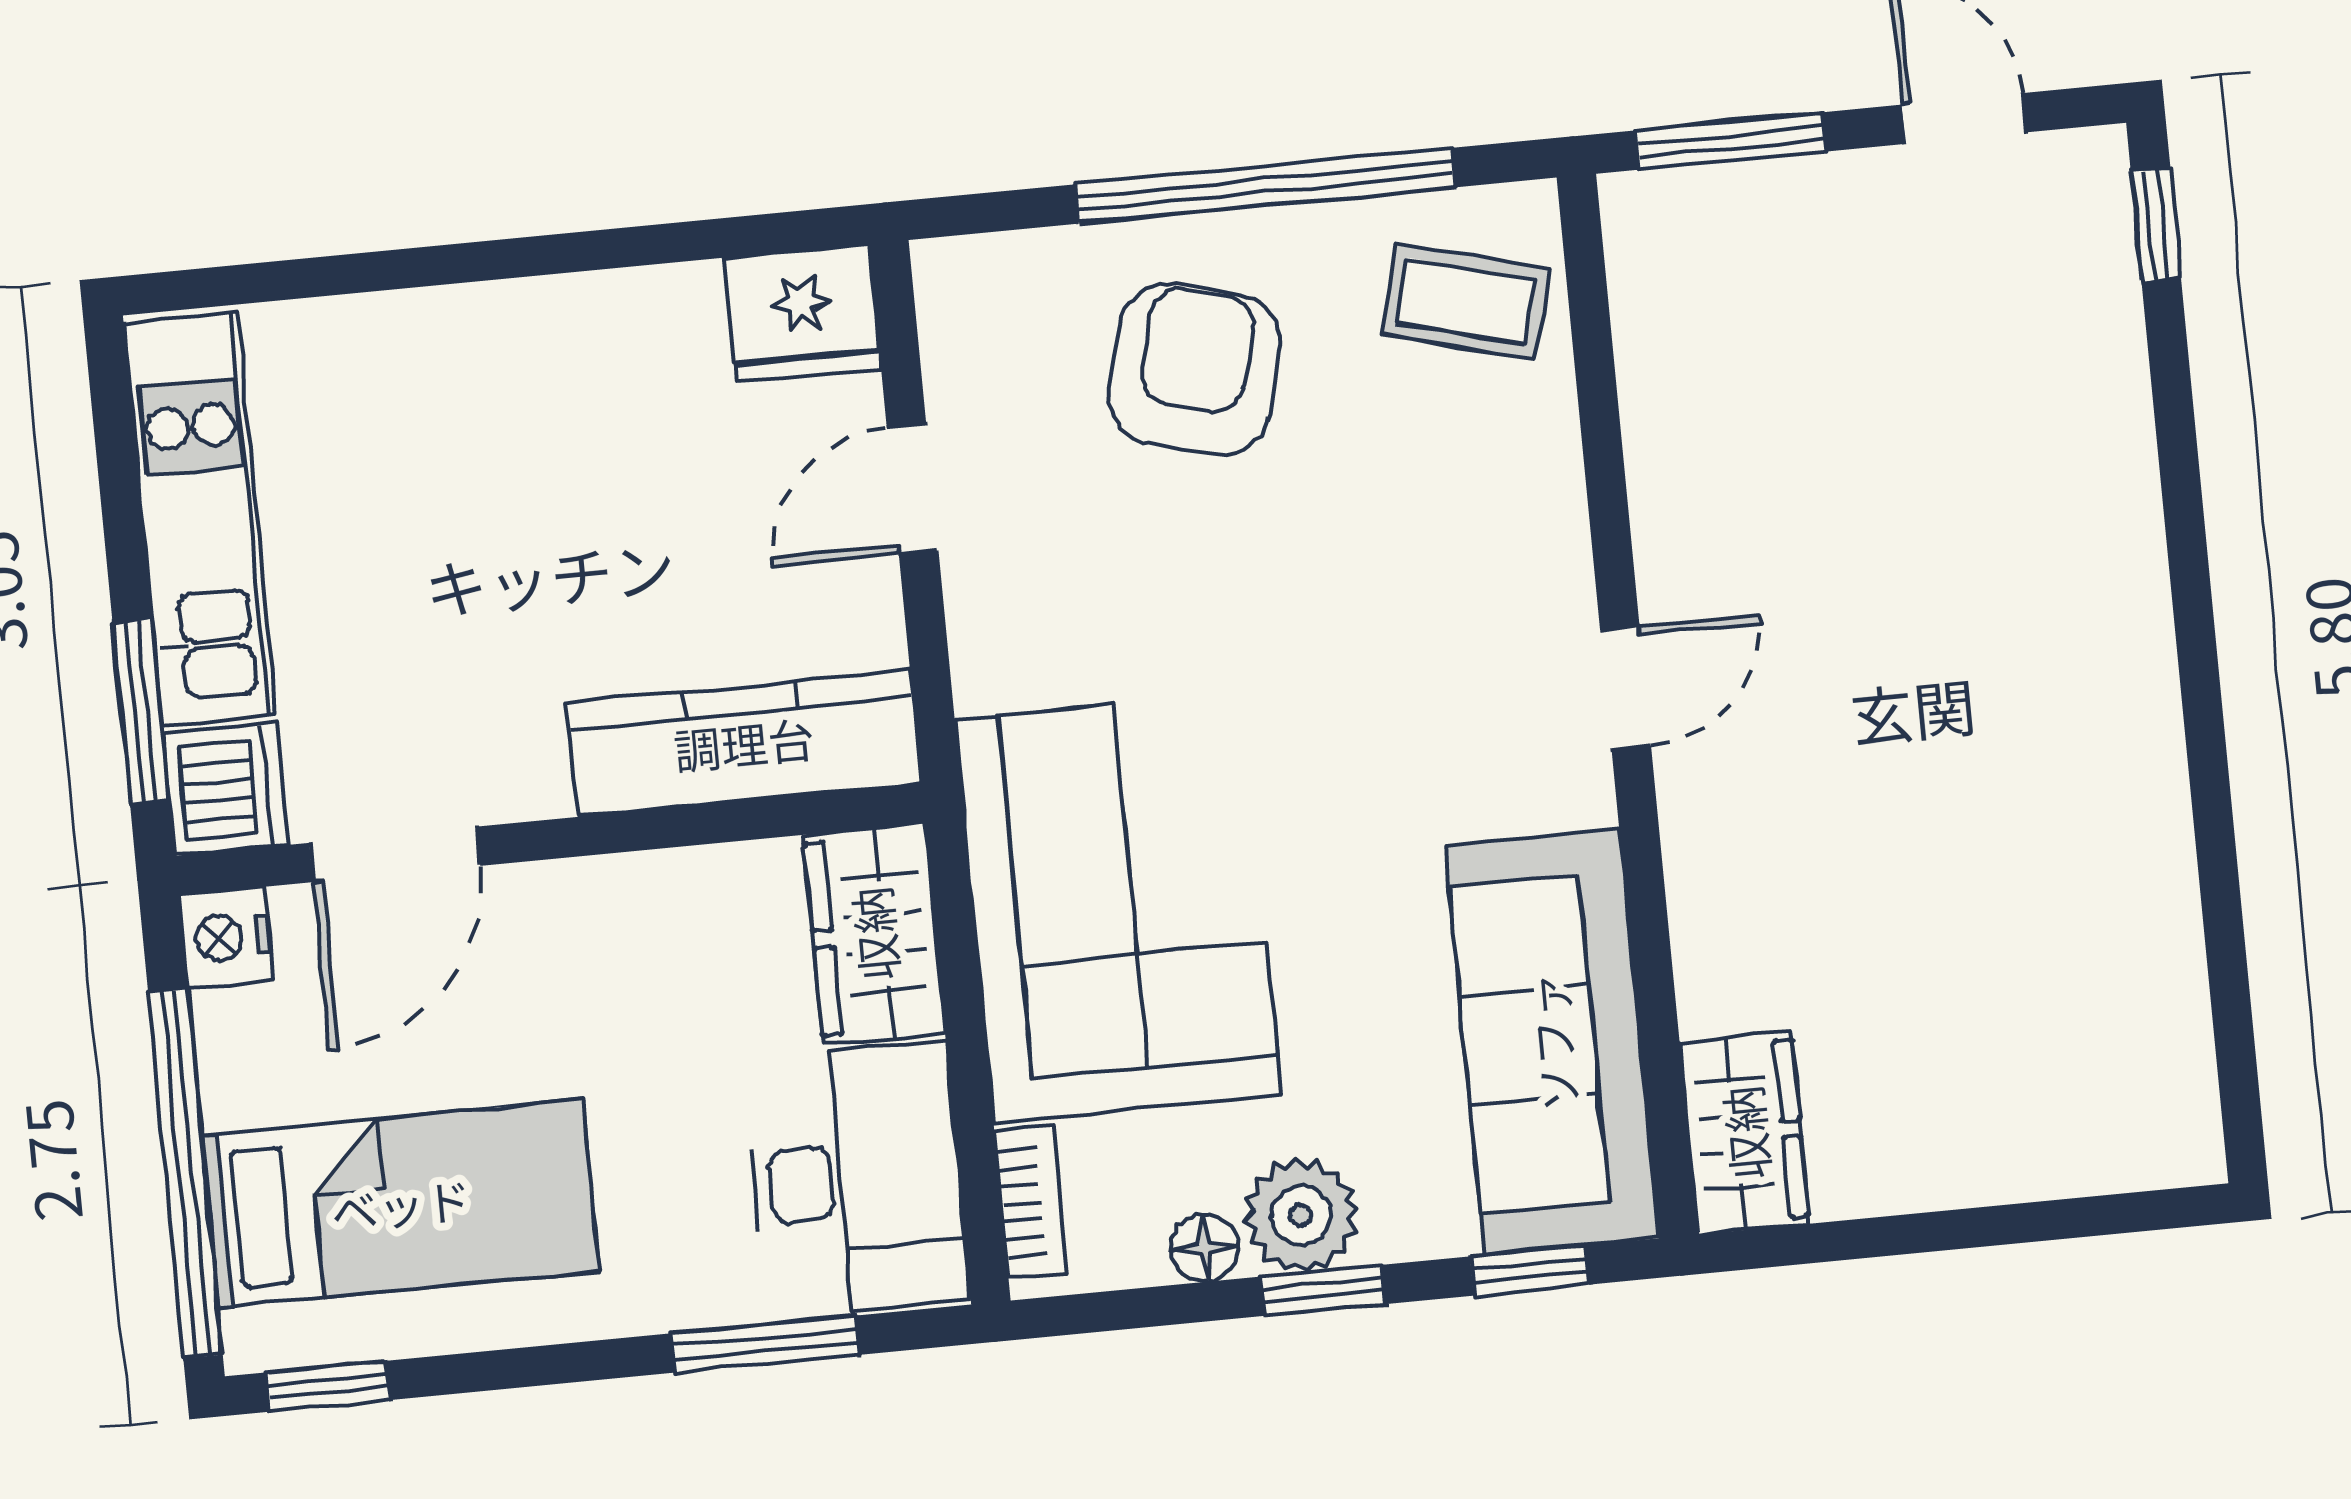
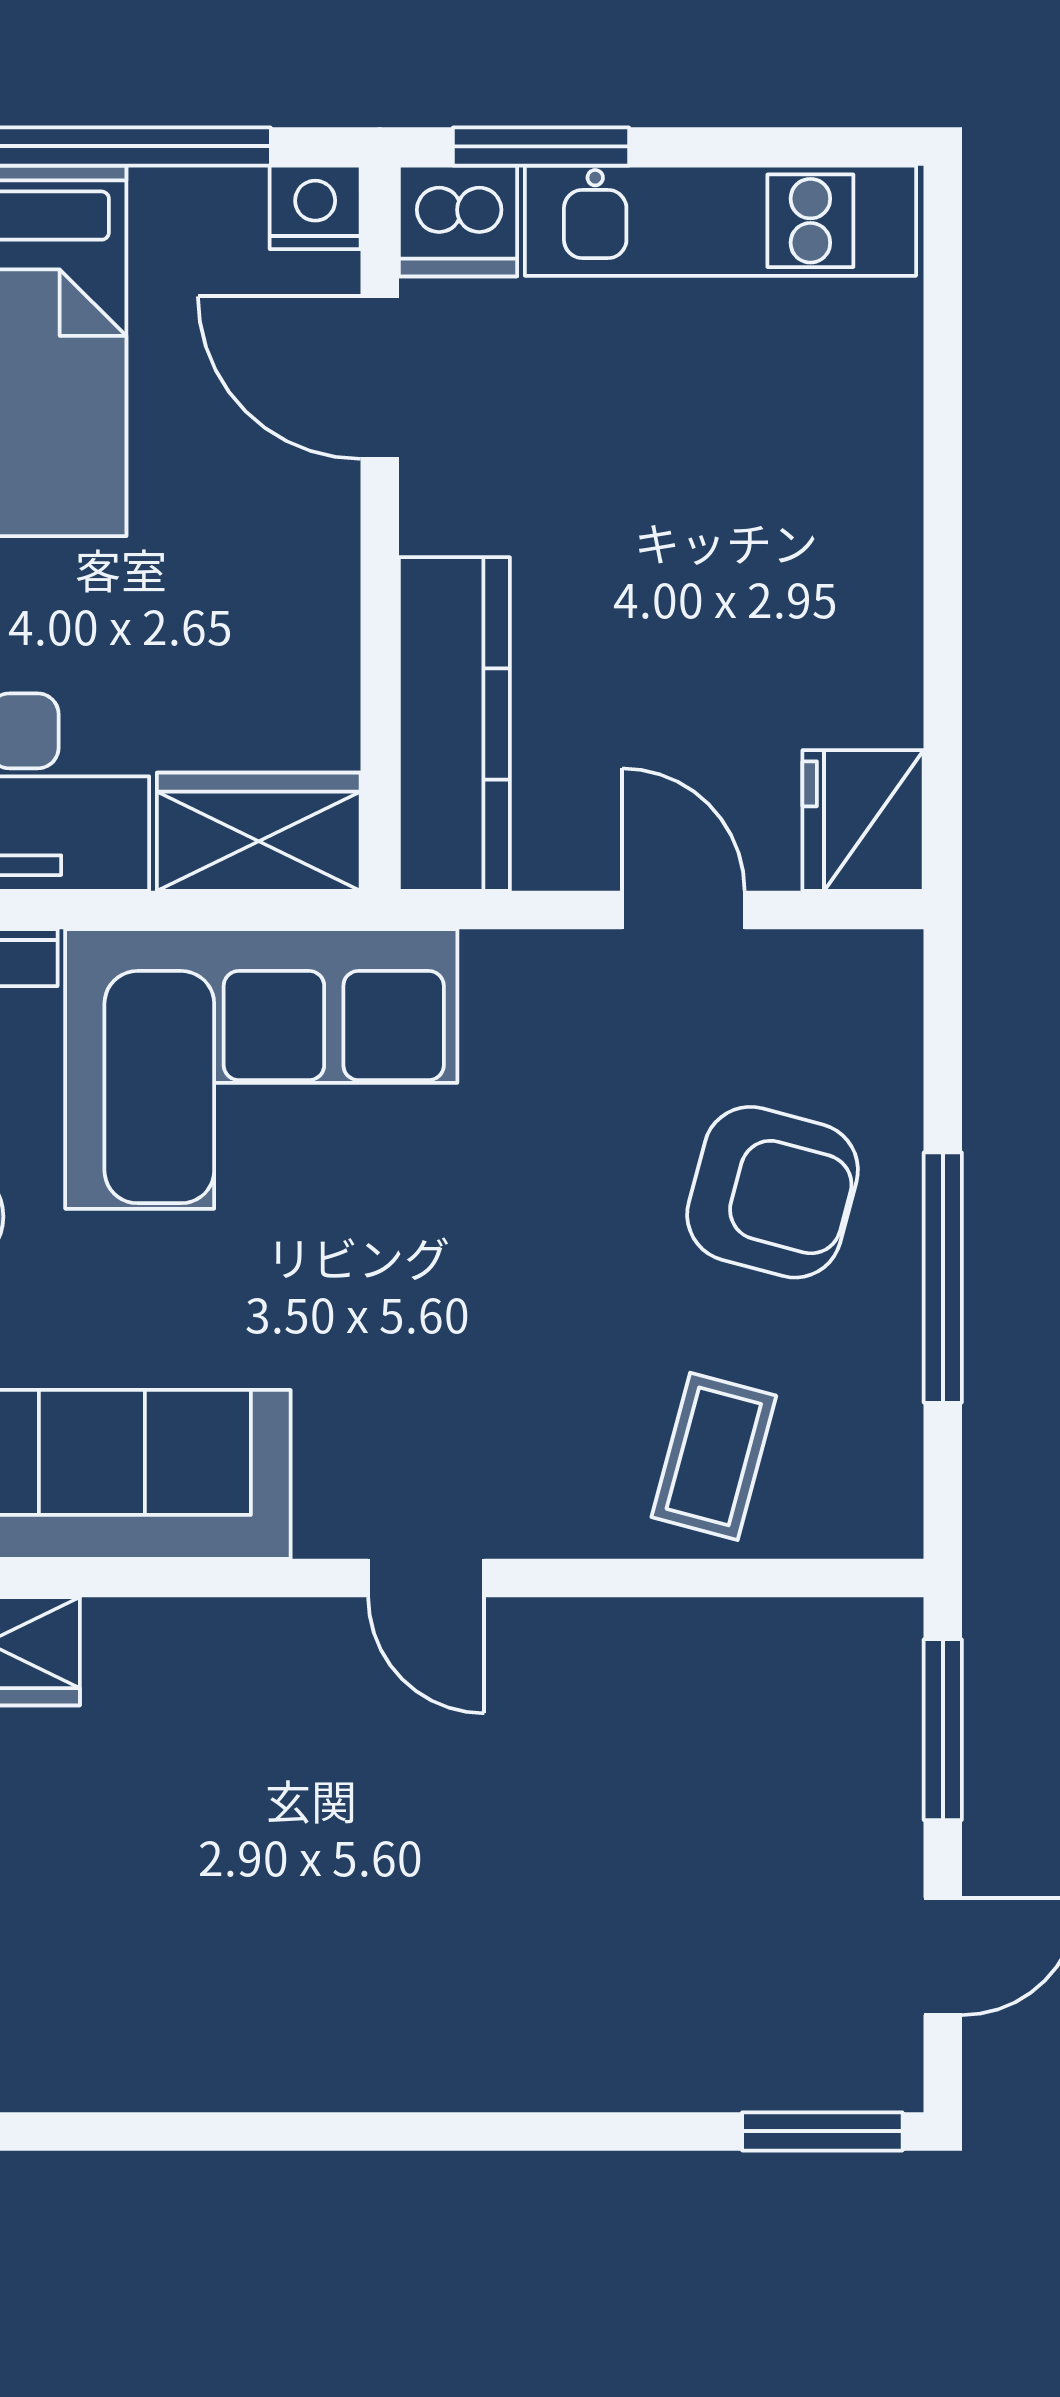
window: (1265, 186) -> (943, 1278), width x0.68
window: (2156, 225) -> (822, 2131), width x1.50
coffee table: (1466, 301) -> (714, 1456), moved

